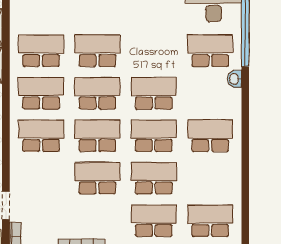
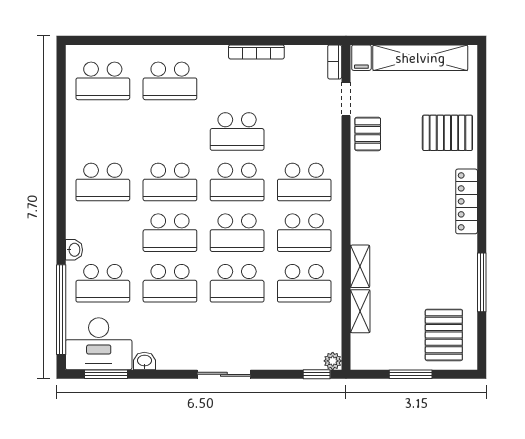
school desk: (154, 178) -> (170, 283), moved

